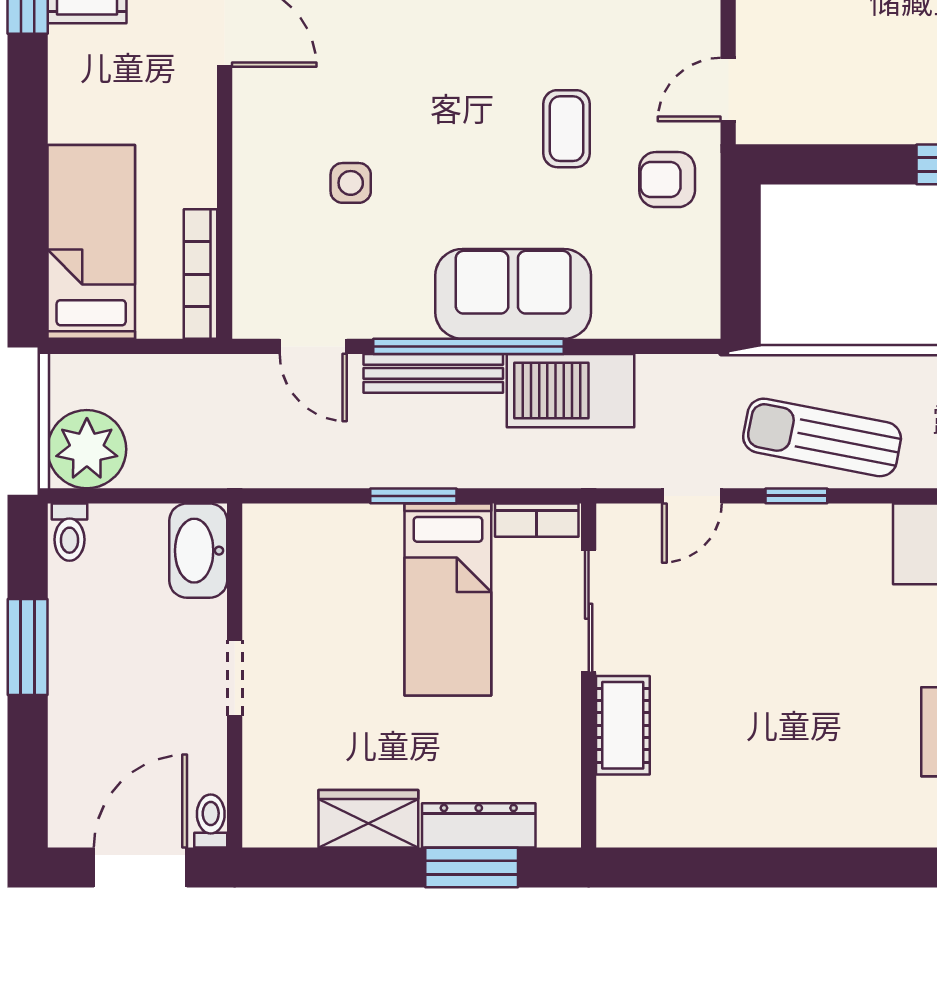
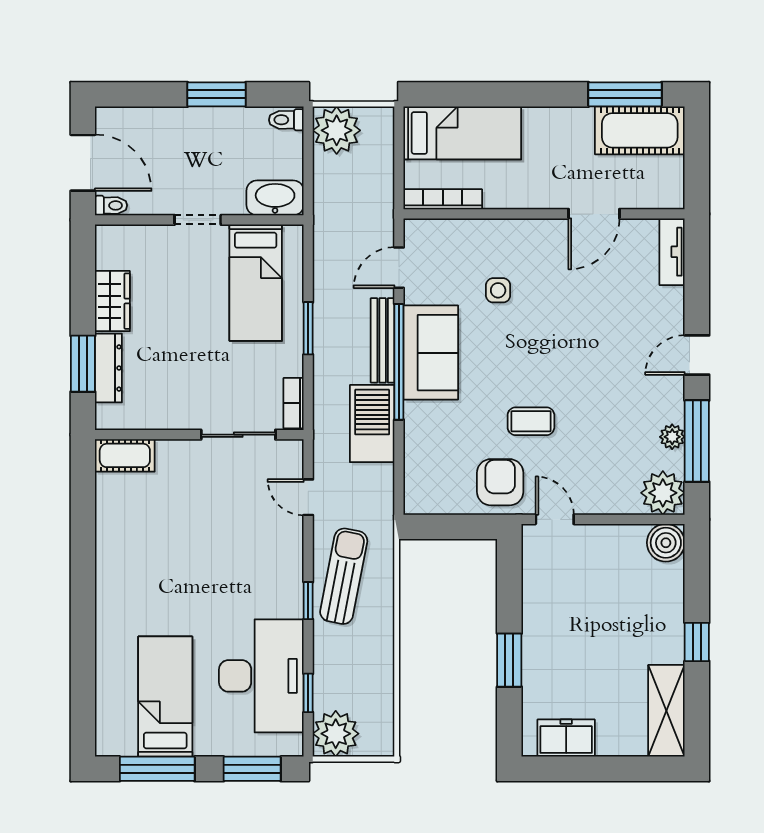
armchair: (667, 180) -> (500, 482), width x1.38, depth x1.38
sofa: (513, 294) -> (431, 353), moved
window: (796, 496) -> (308, 601), moved
bed: (448, 600) -> (256, 283), moved, turned -90
cot: (623, 725) -> (125, 455), moved

